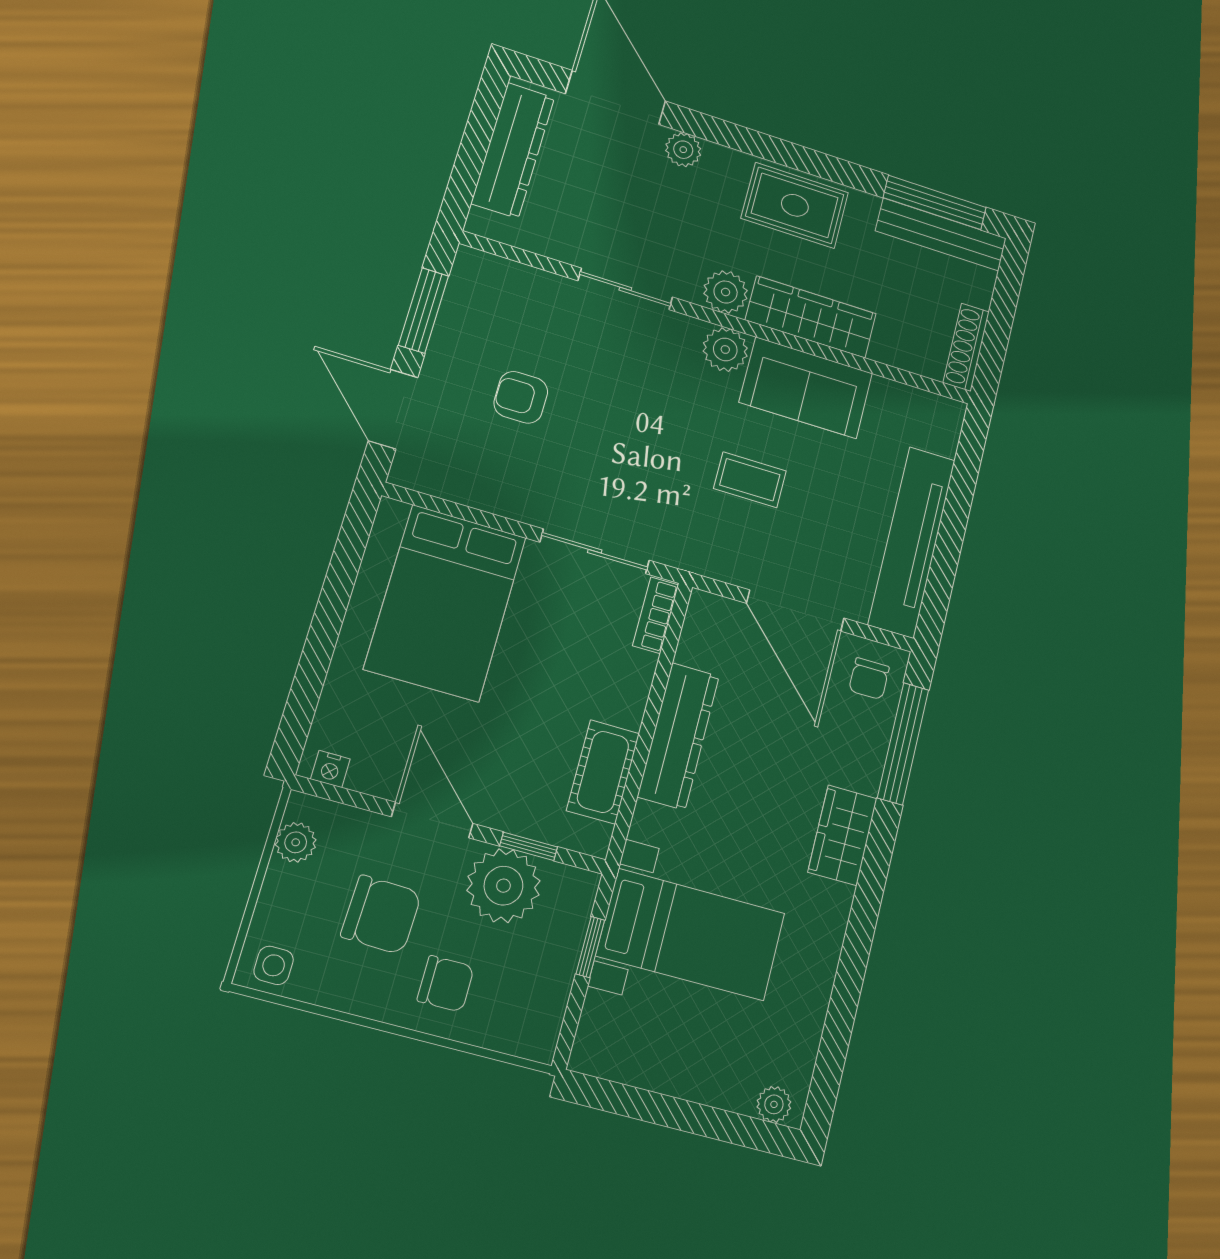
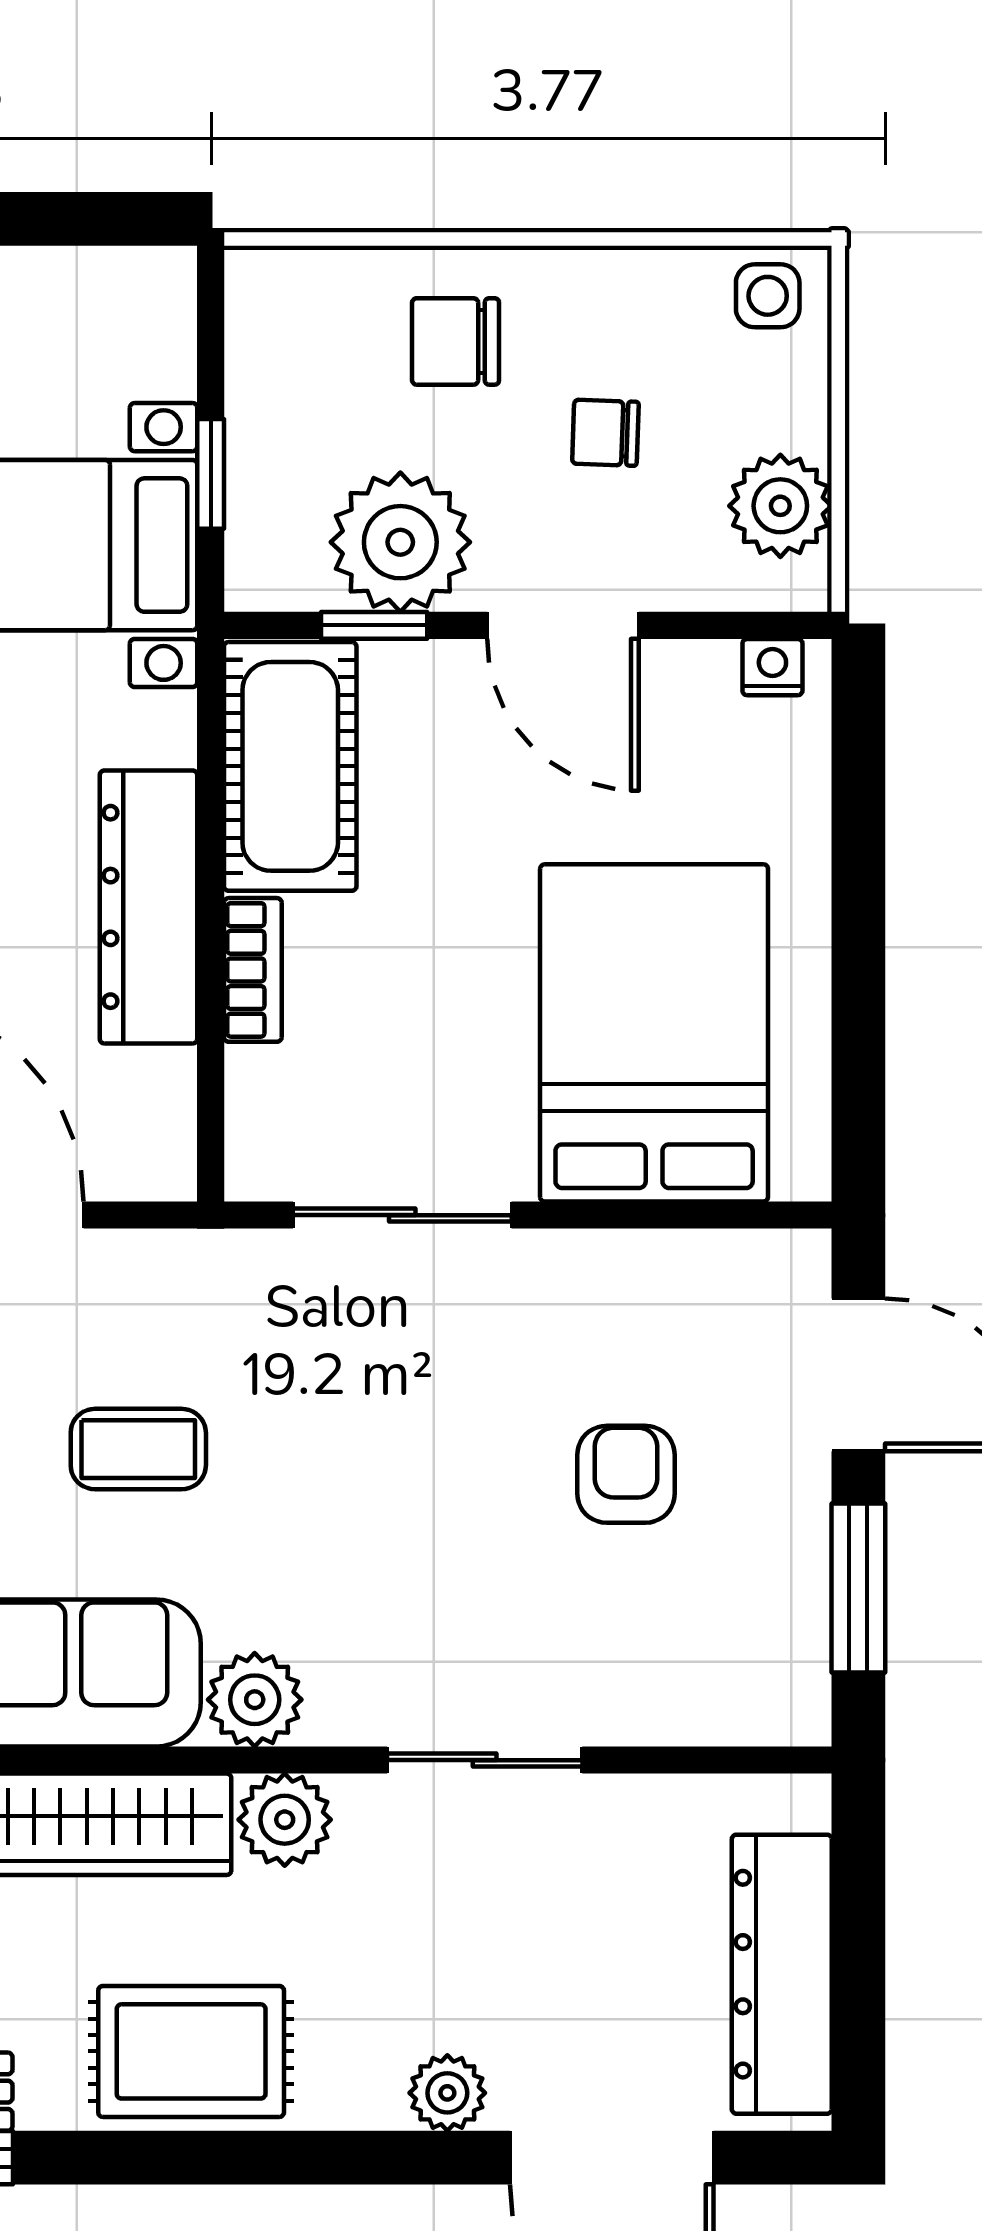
armchair: (521, 397) -> (626, 1474), turned -90
bookcase: (656, 615) -> (253, 970), moved
cot: (603, 772) -> (290, 766), width x1.37, depth x1.34
plant: (296, 842) -> (780, 506), width x1.38, depth x1.38
chair: (381, 915) -> (605, 433), width x0.54, depth x0.54

